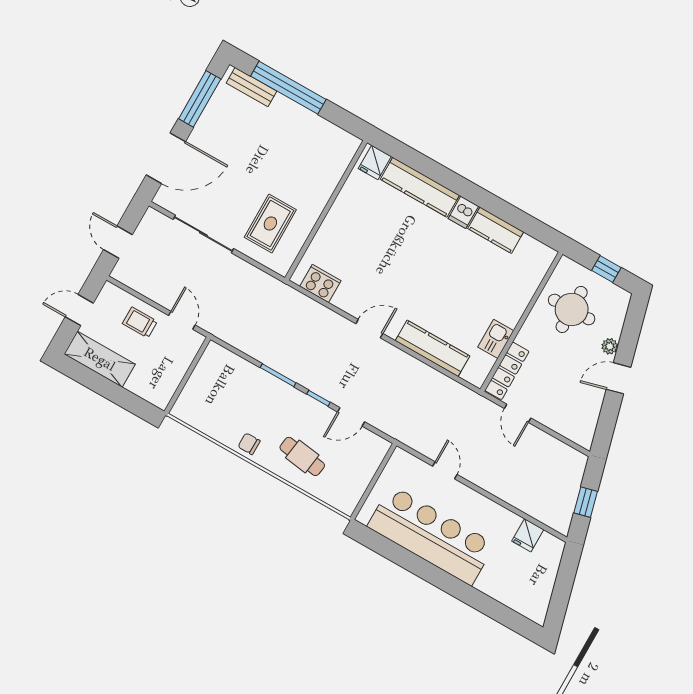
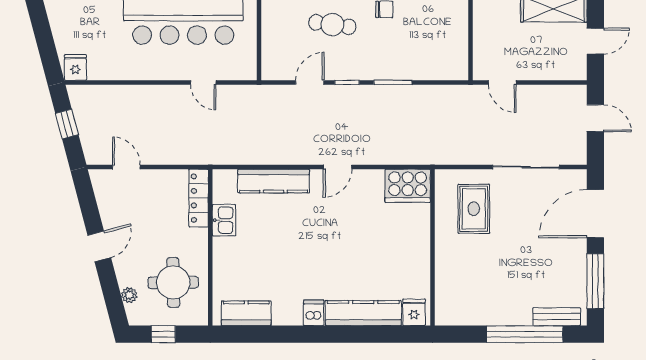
kitchen counter: (496, 230) -> (246, 313), moved
cooker: (320, 283) -> (408, 186), width x1.37, depth x1.31
trolley: (140, 322) -> (537, 60), removed
plant: (610, 346) -> (129, 295), moved
door: (518, 413) -> (126, 167), moved
fridge: (528, 535) -> (75, 67), moved

